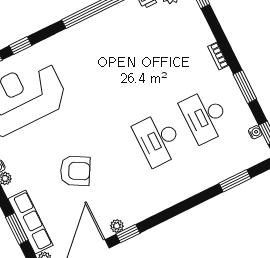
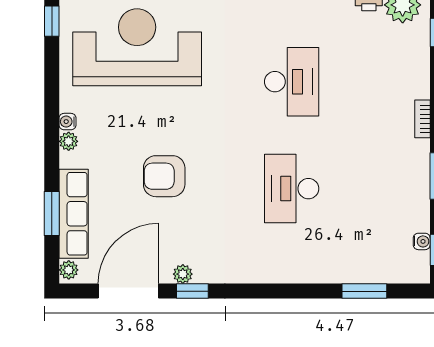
desk: (205, 116) -> (292, 82), moved, turned 180
armchair: (75, 171) -> (164, 176), turned 151

